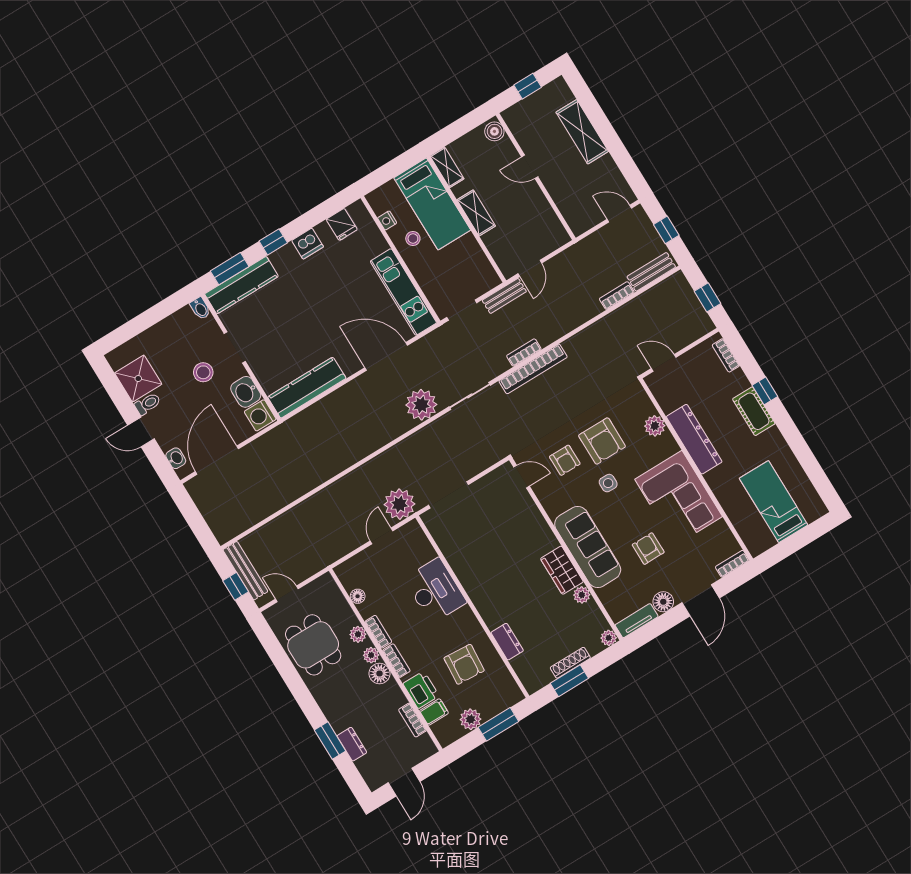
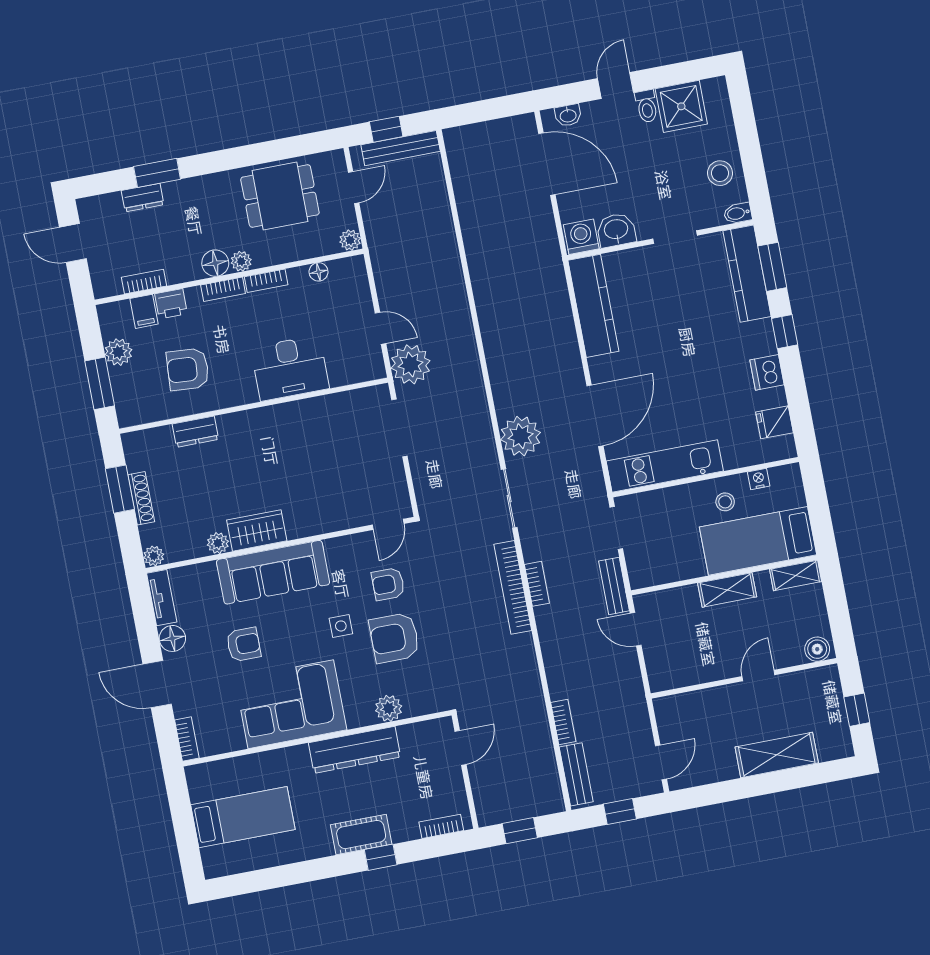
stool: (203, 372) -> (720, 173), moved
plant: (358, 634) -> (350, 240), moved
printer: (421, 690) -> (171, 304), width x0.73, depth x0.81

